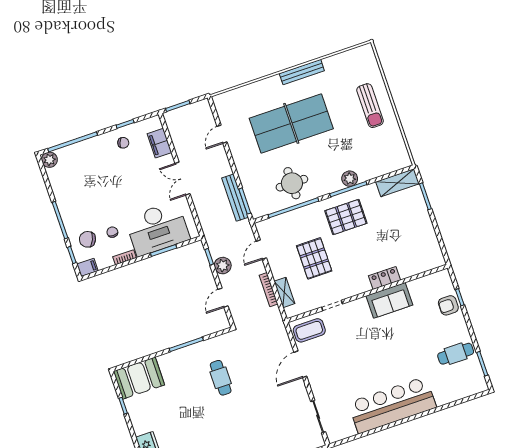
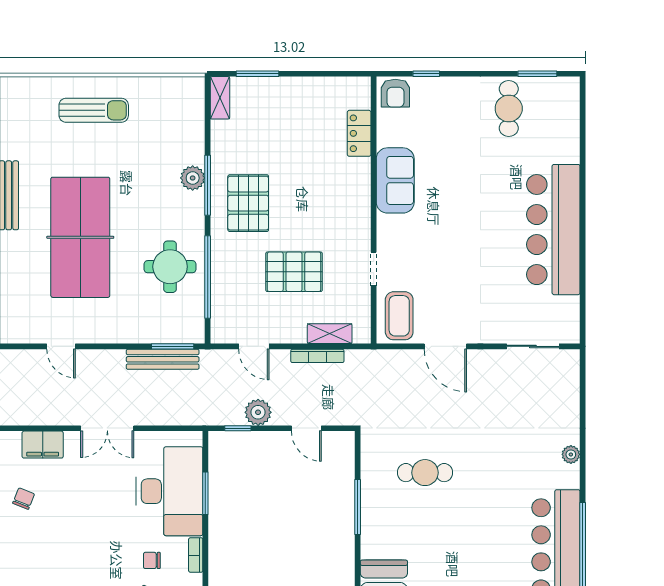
shelving: (397, 183) -> (220, 98), width x0.67, depth x0.75
locker: (384, 278) -> (359, 133), moved
armchair: (448, 305) -> (395, 93), moved

